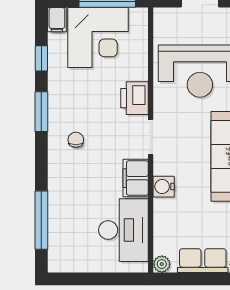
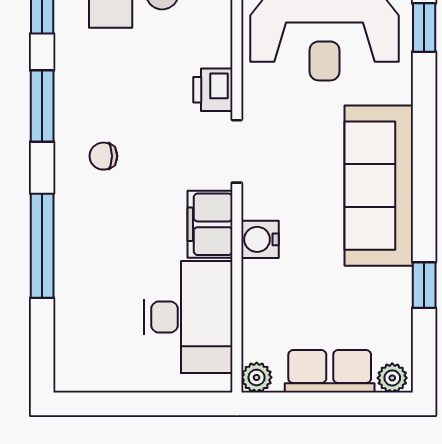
printer: (135, 98) -> (213, 90), width x0.73, depth x0.81
chair: (76, 140) -> (103, 156), turned -90
window: (41, 220) -> (42, 246), moved

